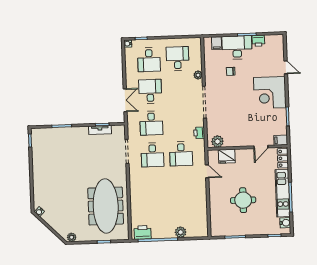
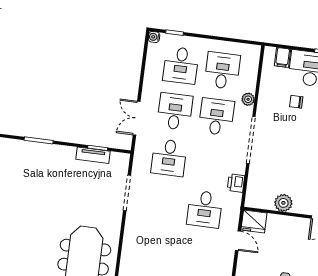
double door: (125, 100) -> (137, 118), swing flipped
plant: (217, 141) -> (283, 203), moved
desk: (152, 155) -> (216, 117), moved, turned 180
fridge: (227, 156) -> (254, 221), moved

